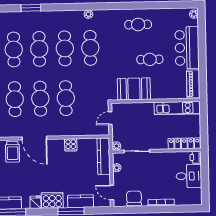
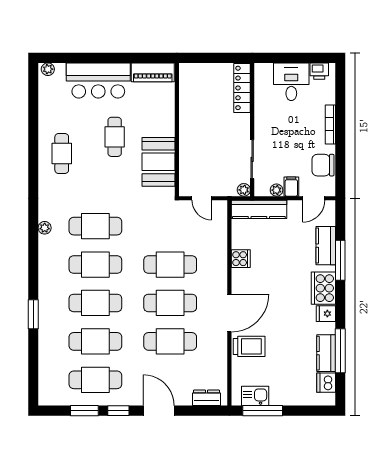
kitchen unit: (177, 108) -> (189, 97), removed
printer: (196, 157) -> (319, 71), moved
filing cabinet: (119, 177) -> (291, 187), added

